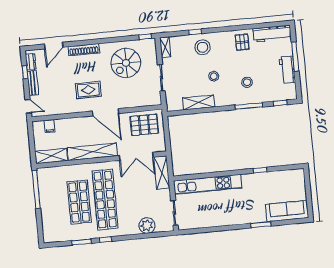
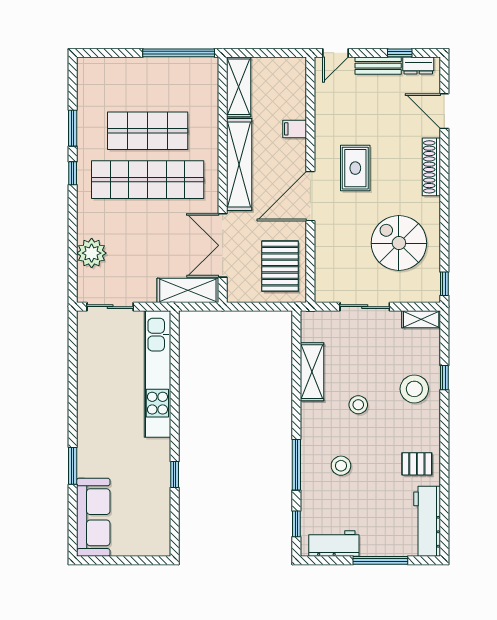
workbench: (287, 70) -> (334, 543), moved
filing cabinet: (49, 126) -> (295, 129), moved

